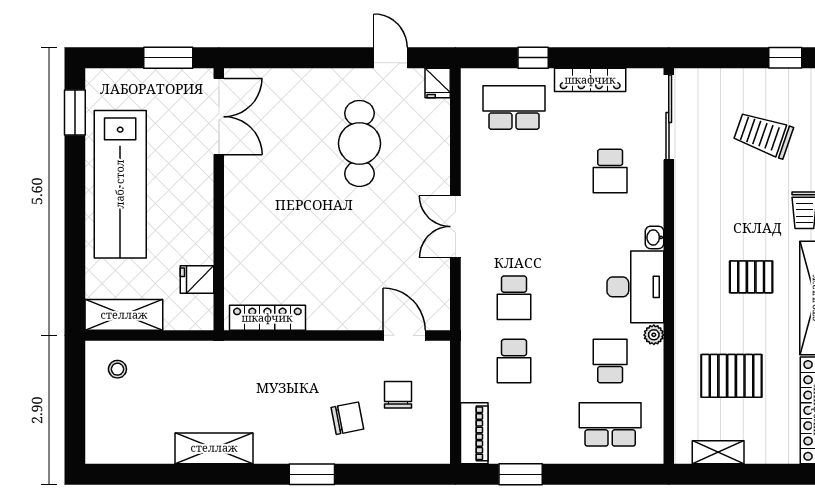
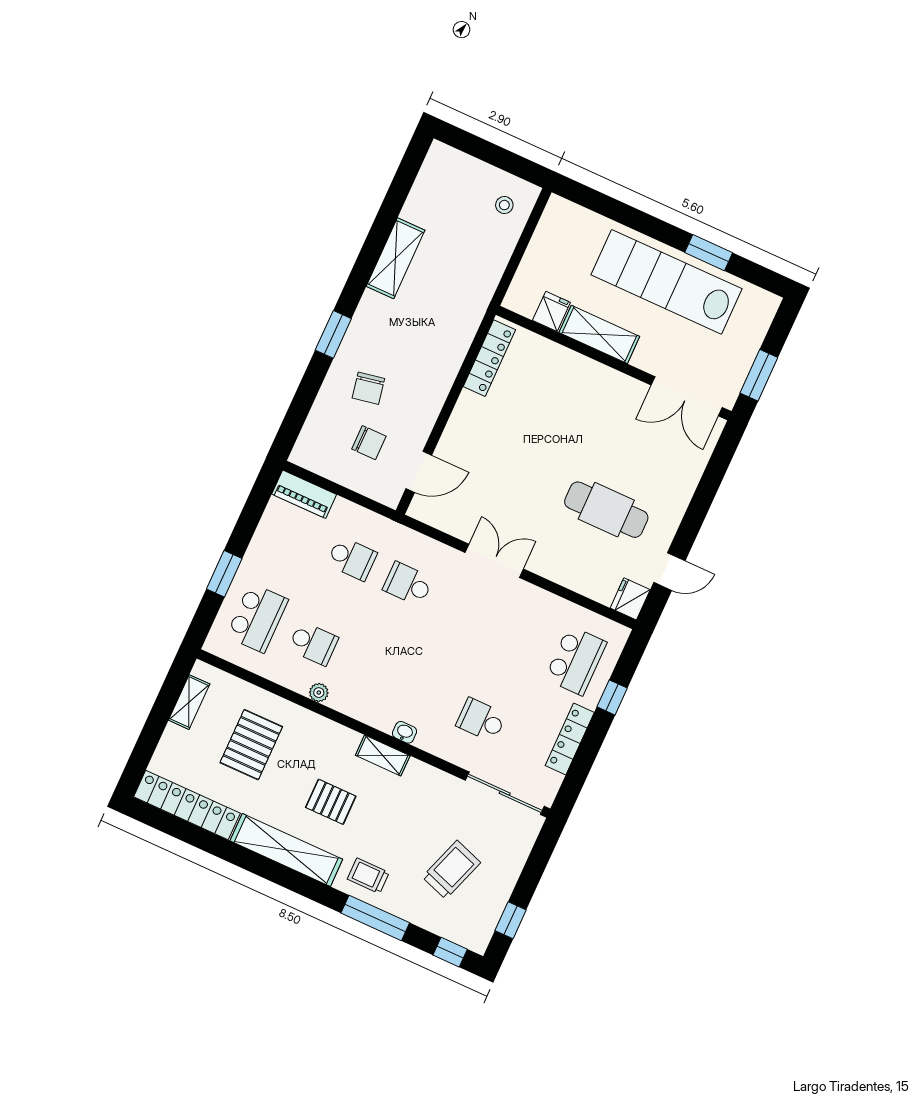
fridge: (438, 83) -> (630, 599), width x1.38
window: (75, 113) -> (709, 253), moved
shelving: (686, 248) -> (383, 755), added
pallet: (751, 277) -> (331, 802), turned 90
desk: (635, 287) -> (369, 696), removed
shelving: (124, 315) -> (599, 334), moved, turned 90
school desk: (514, 361) -> (352, 559), turned 180
window: (521, 474) -> (224, 574), moved

